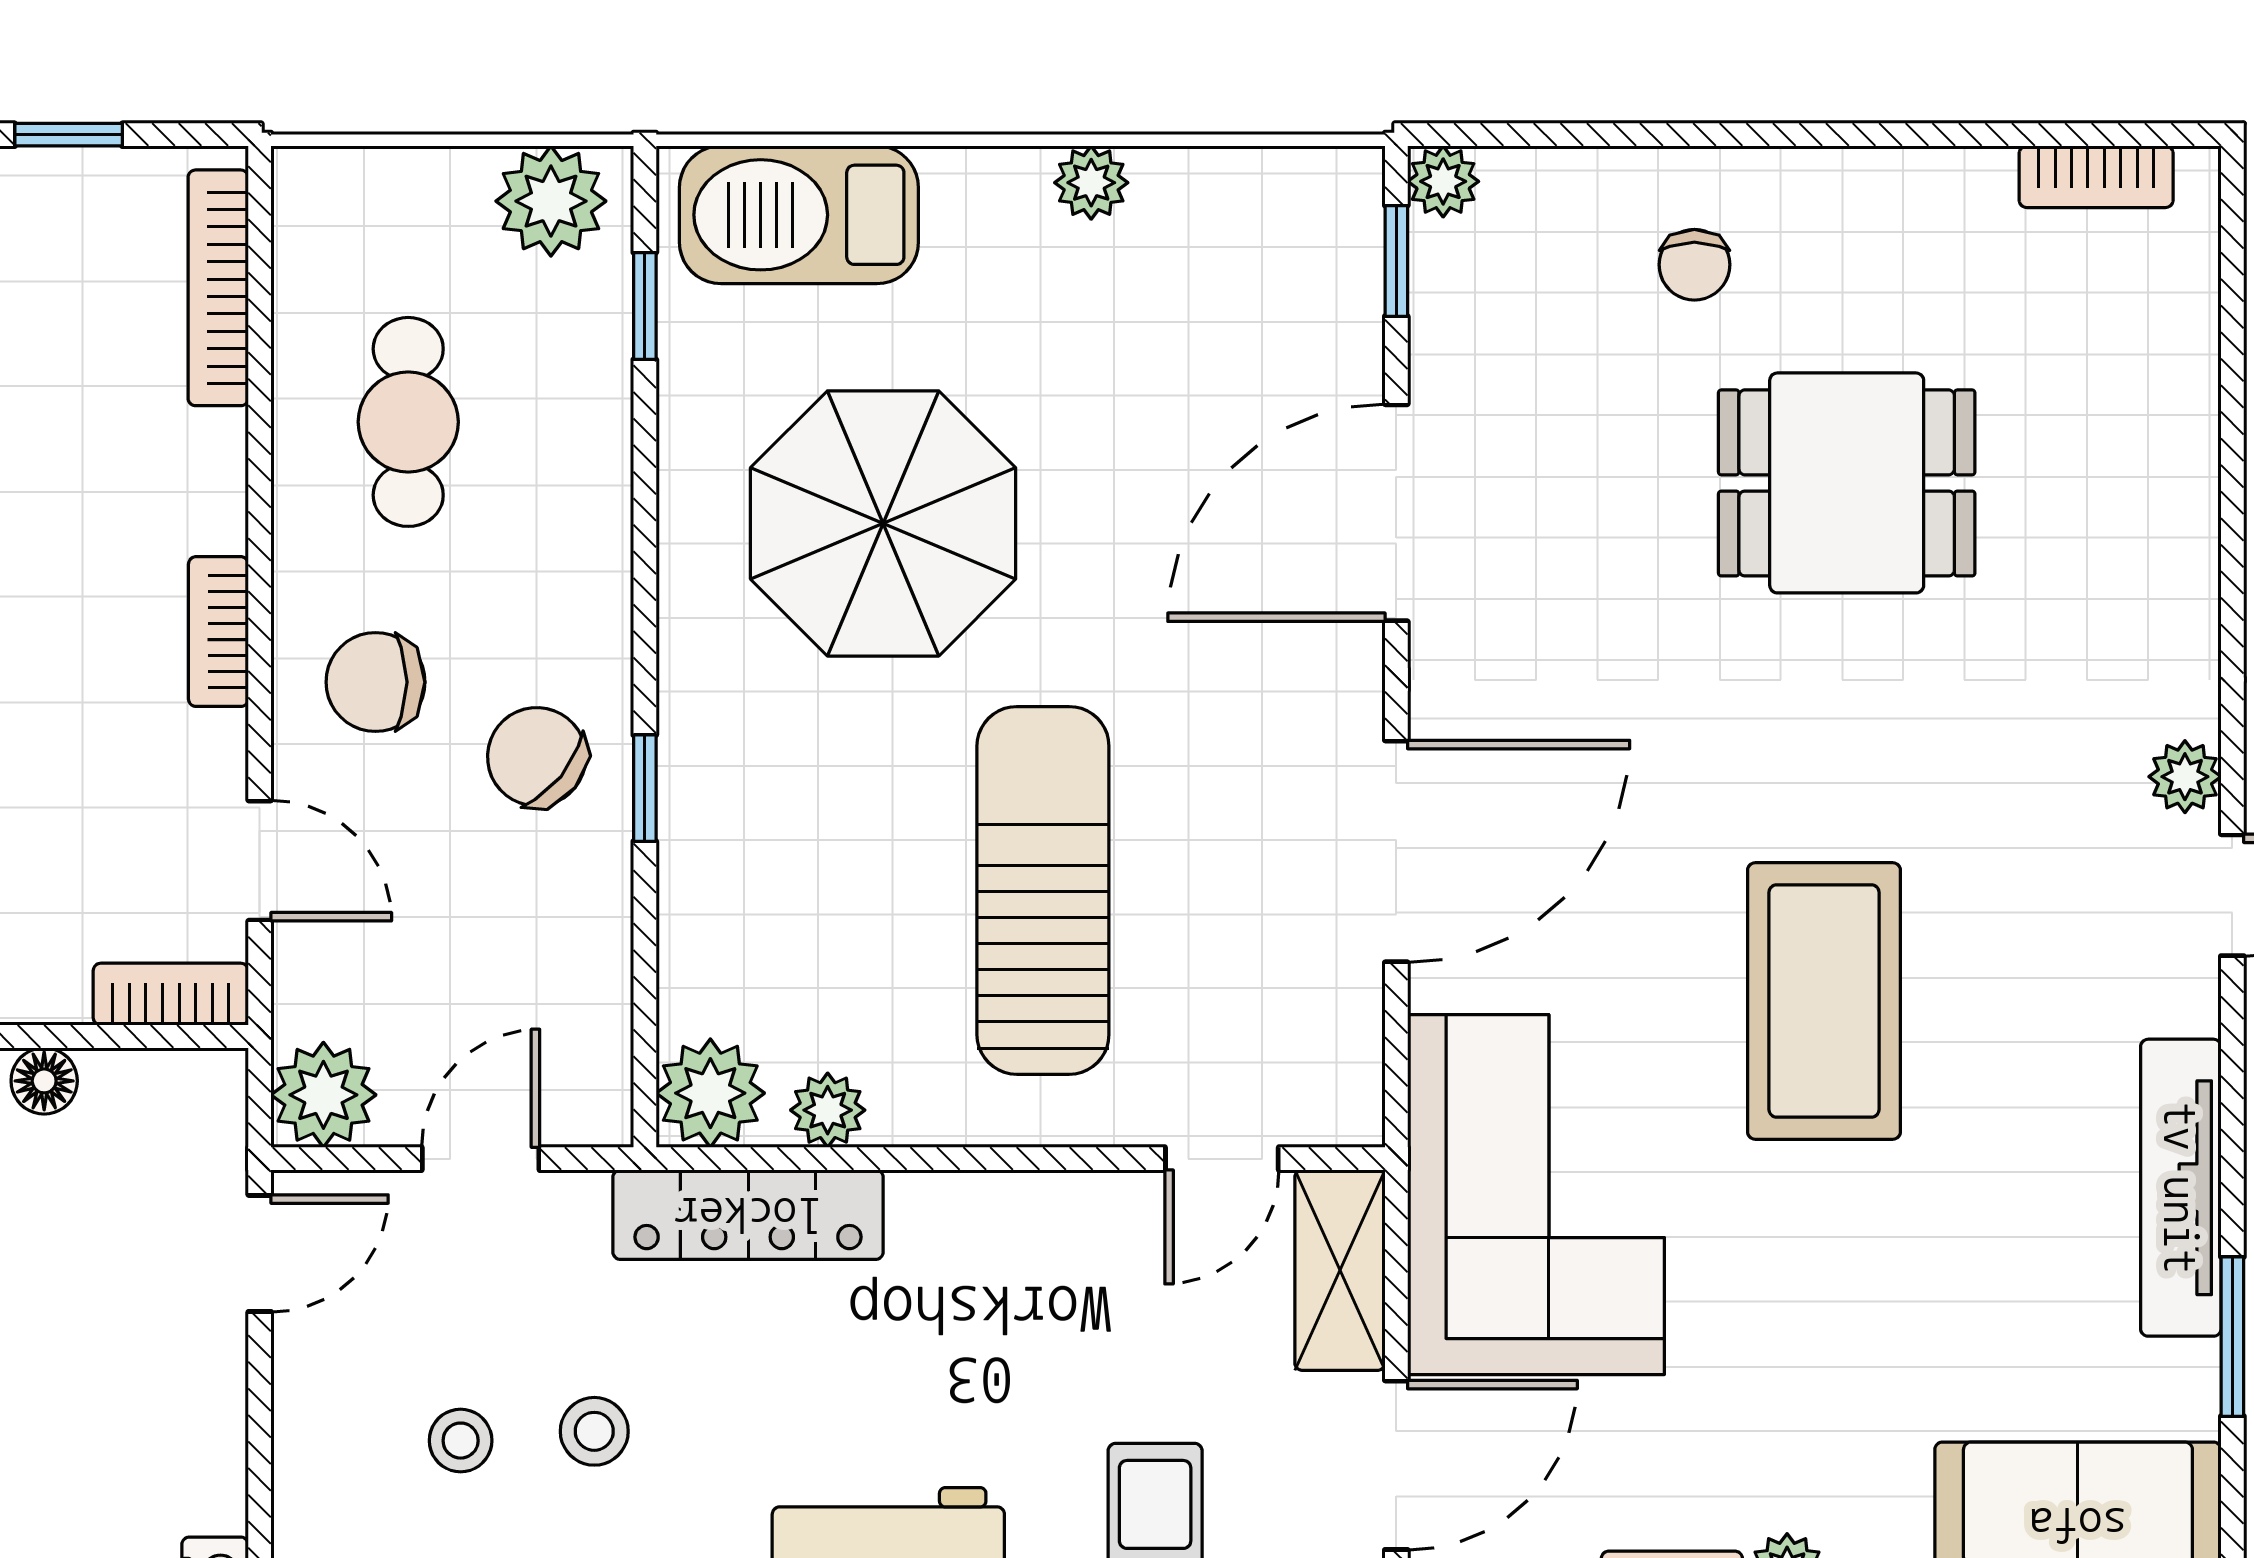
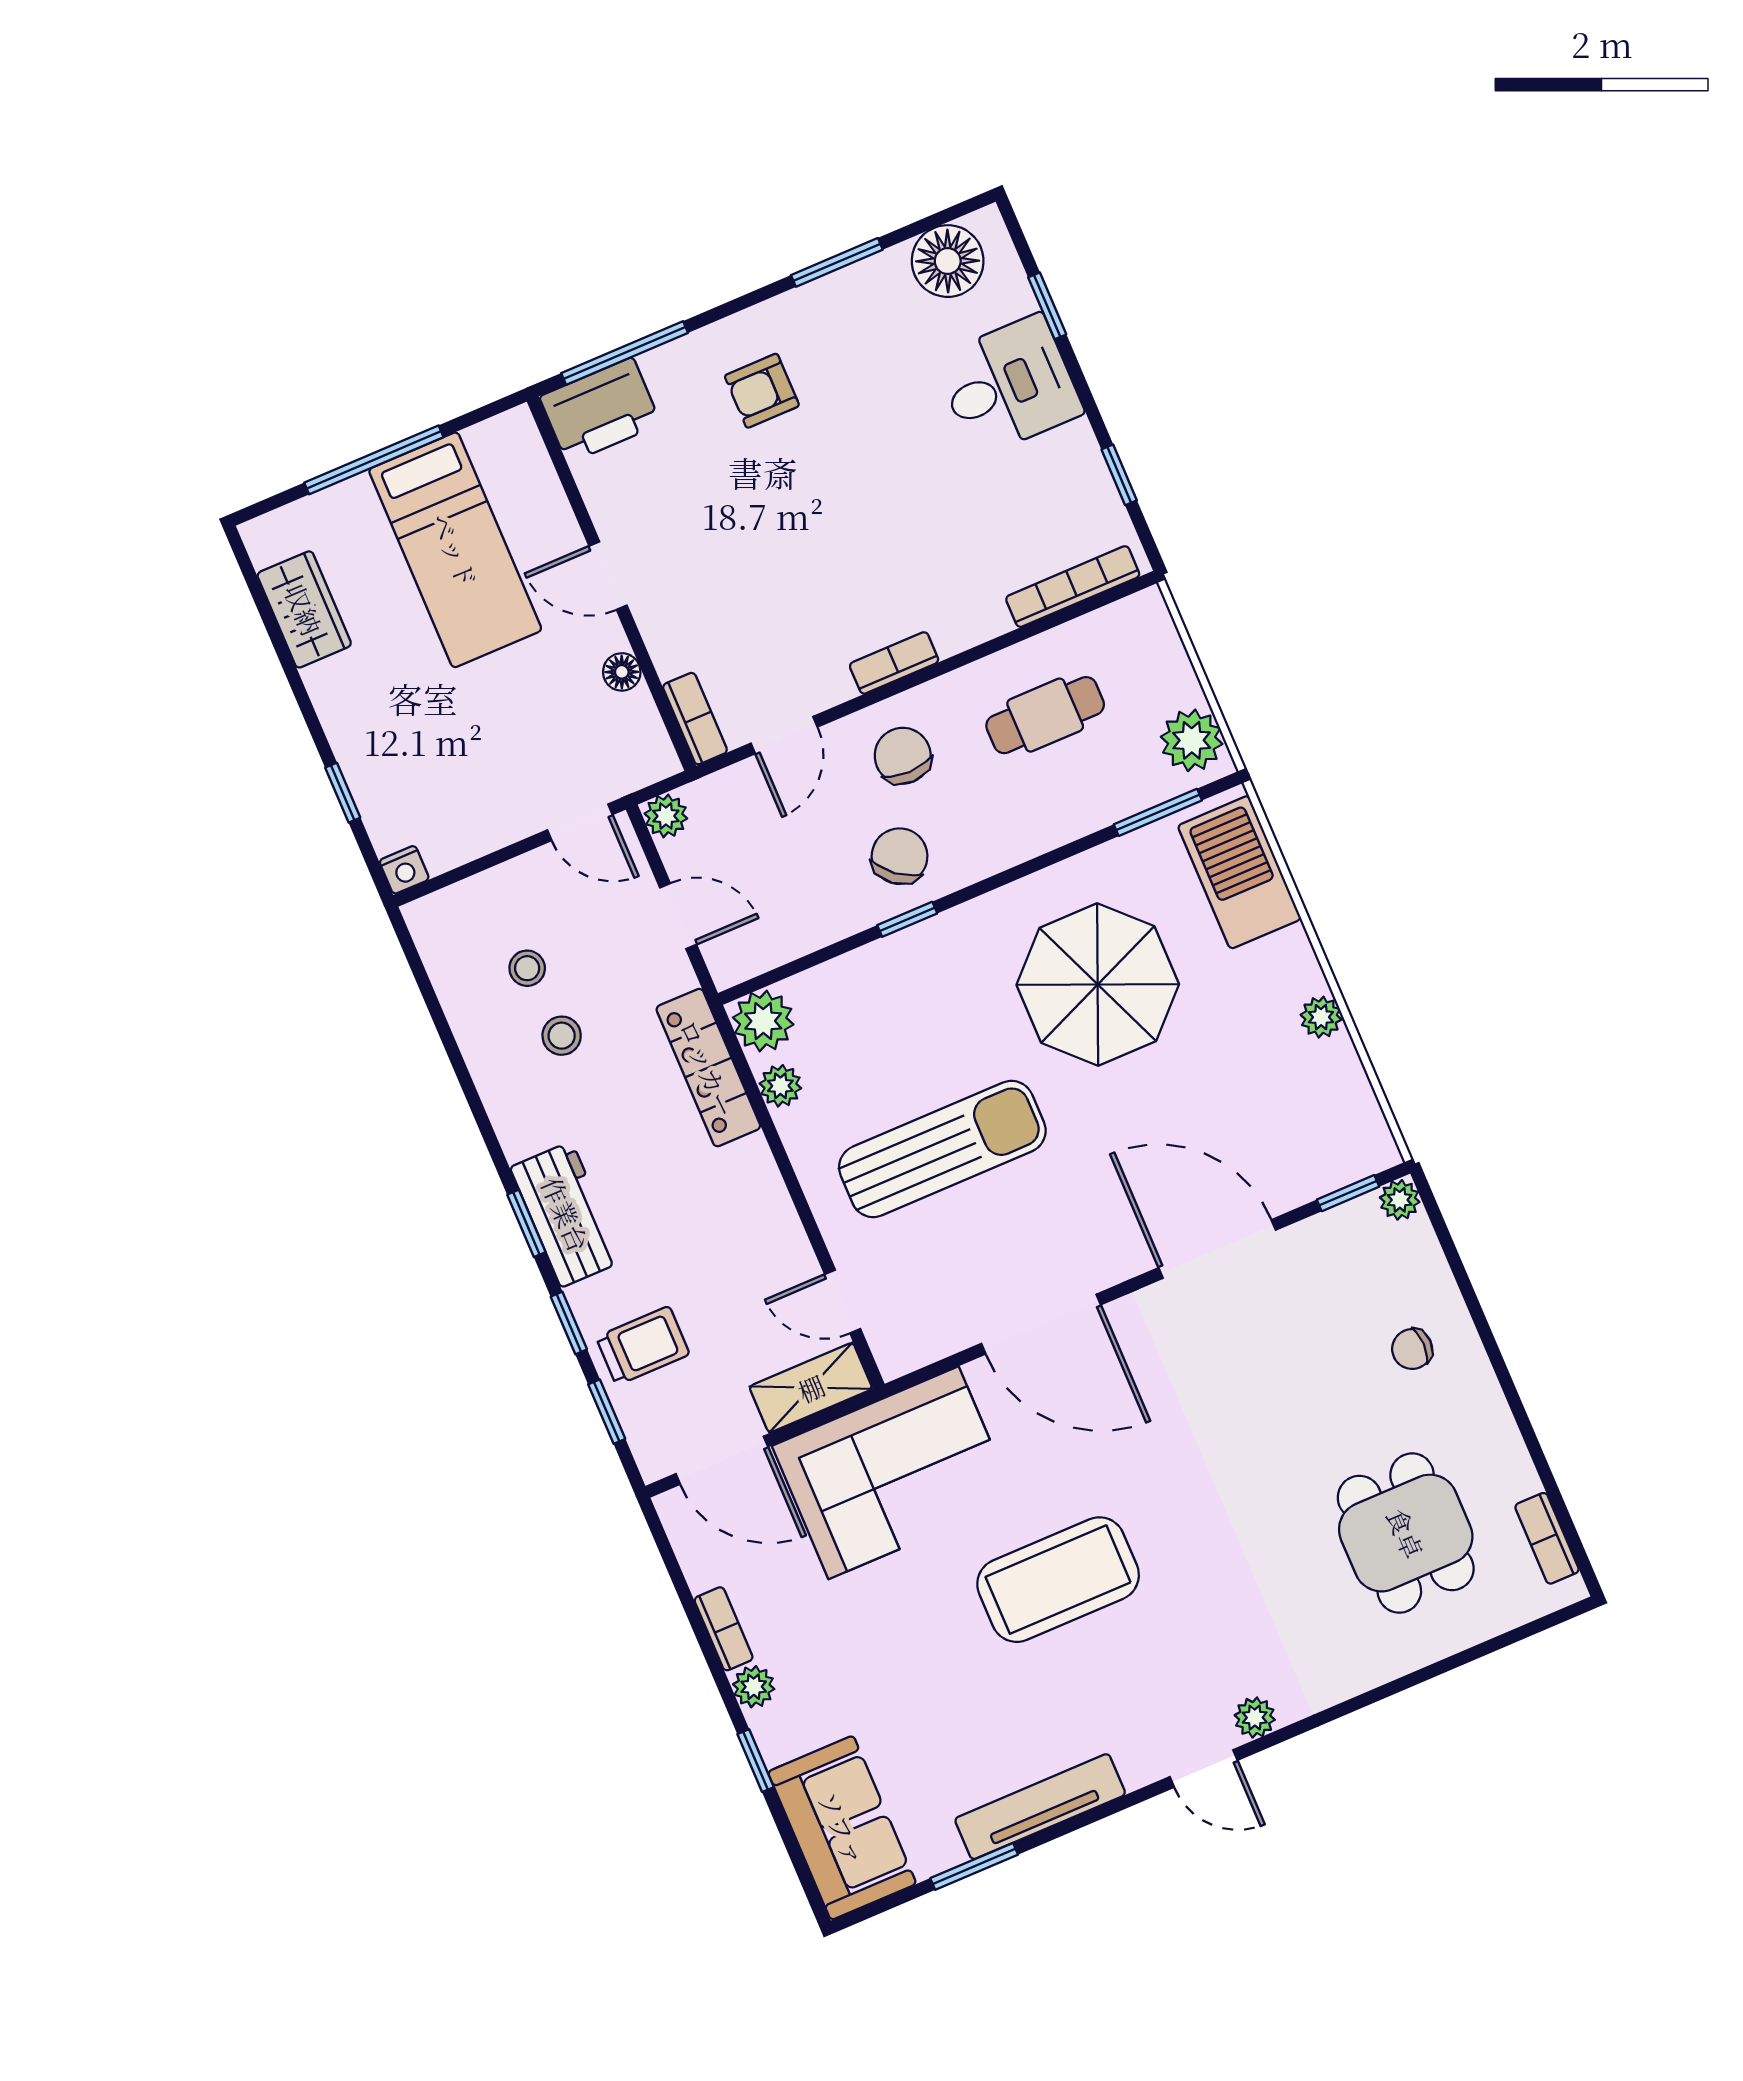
window: (645, 306) -> (1158, 812), width x1.50
dining table: (1847, 483) -> (1406, 1533), moved
plant: (323, 1095) -> (666, 816), width x0.73, depth x0.73

